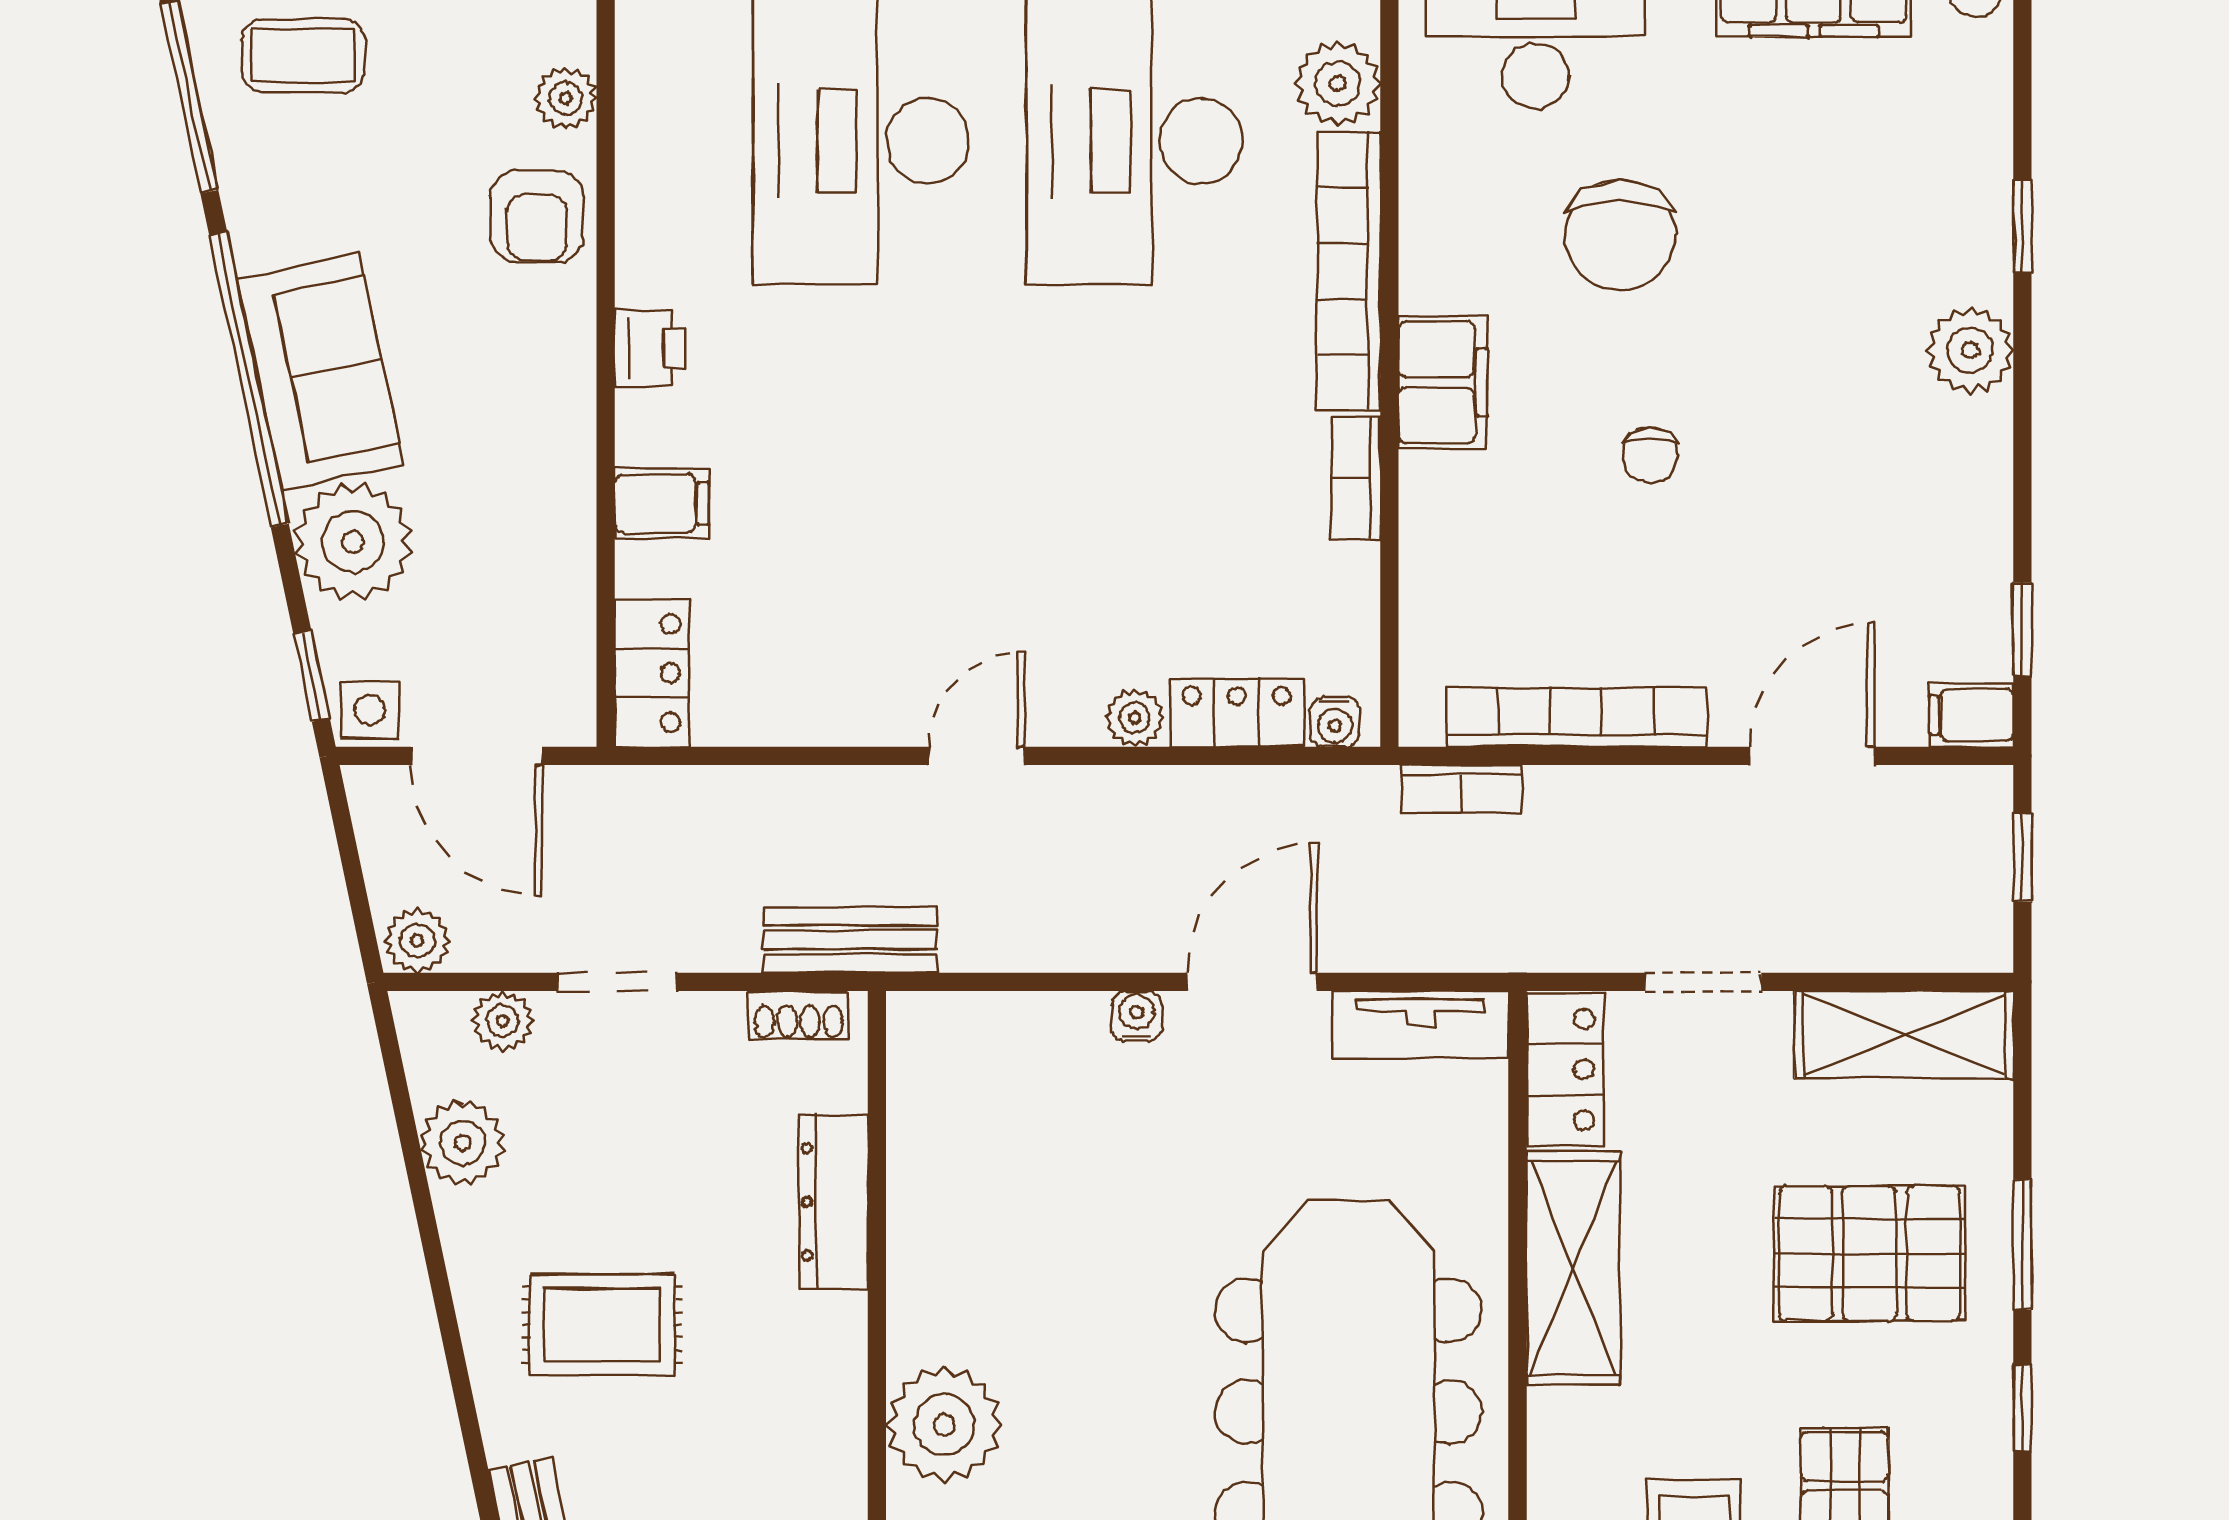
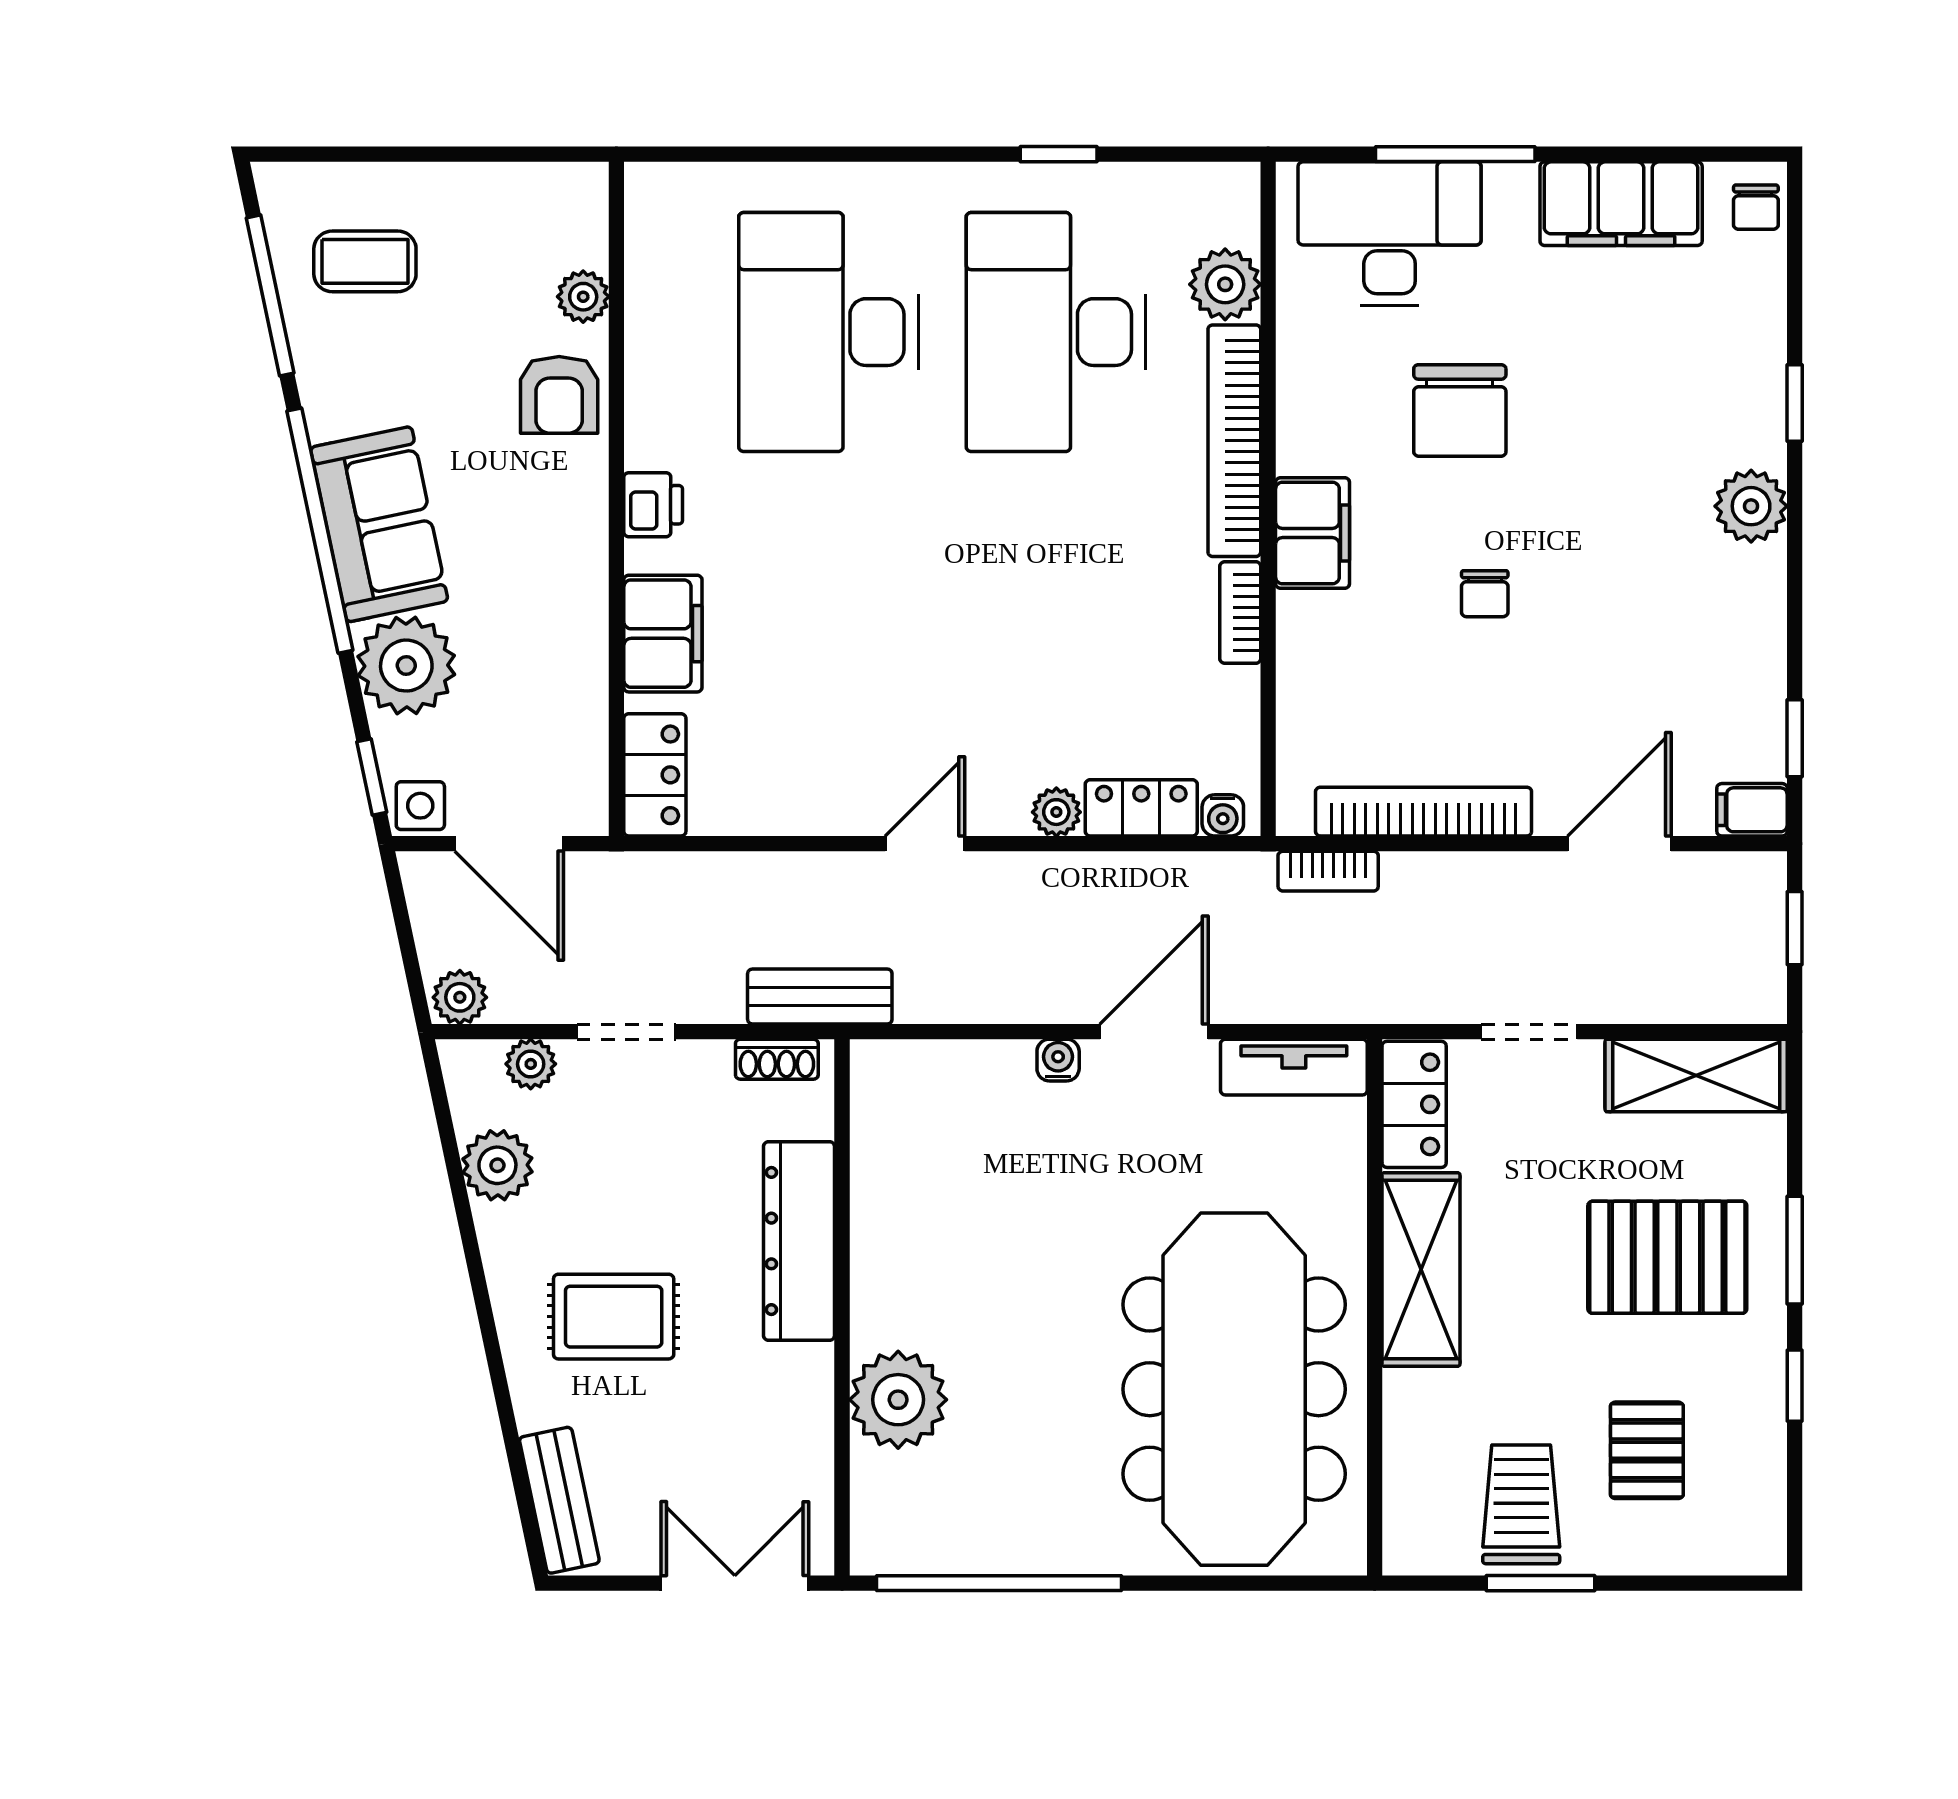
filing cabinet: (662, 503) -> (663, 634), width x2.00
dresser: (834, 1202) -> (799, 1241), width x1.37, depth x1.24

